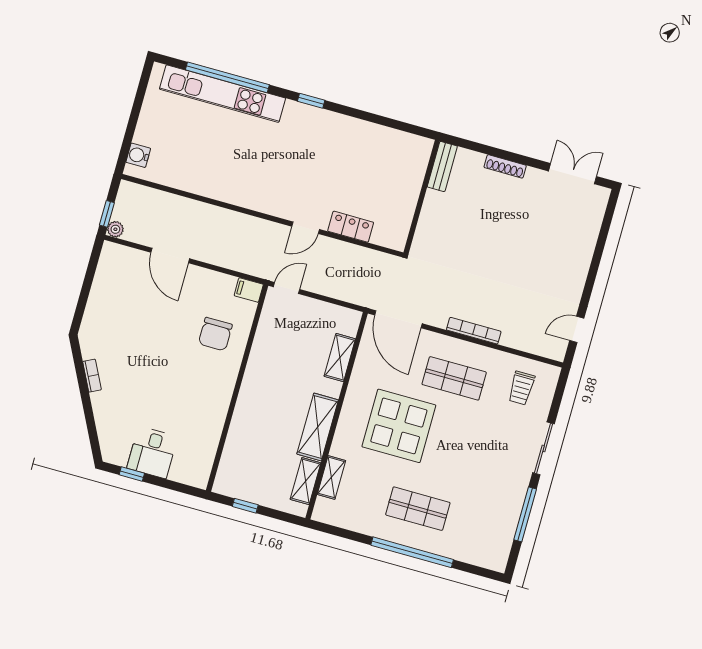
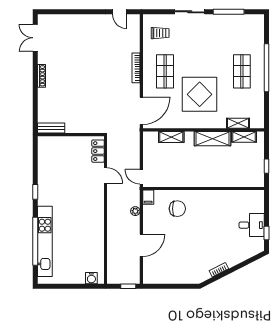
bench: (442, 167) -> (51, 128), moved
wall: (422, 197) -> (71, 135), moved
plant: (115, 229) -> (135, 211), moved

